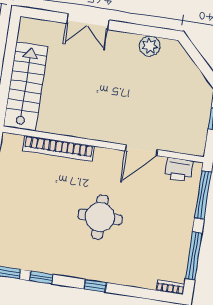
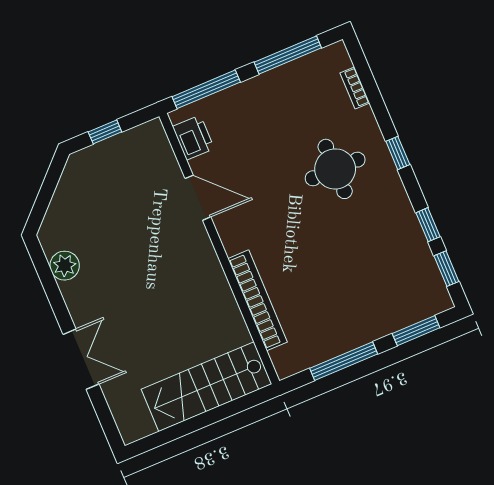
round table: (100, 217) -> (335, 169), moved
bookcase: (170, 287) -> (355, 88), moved

